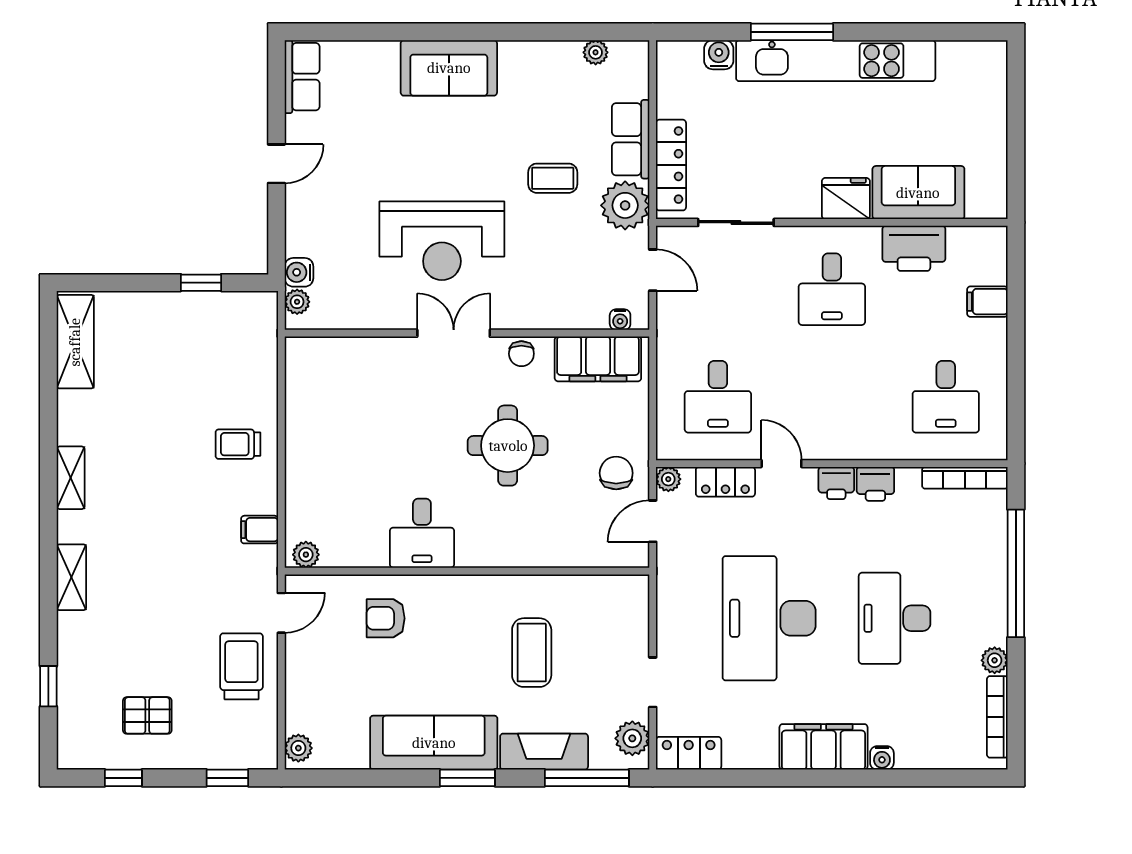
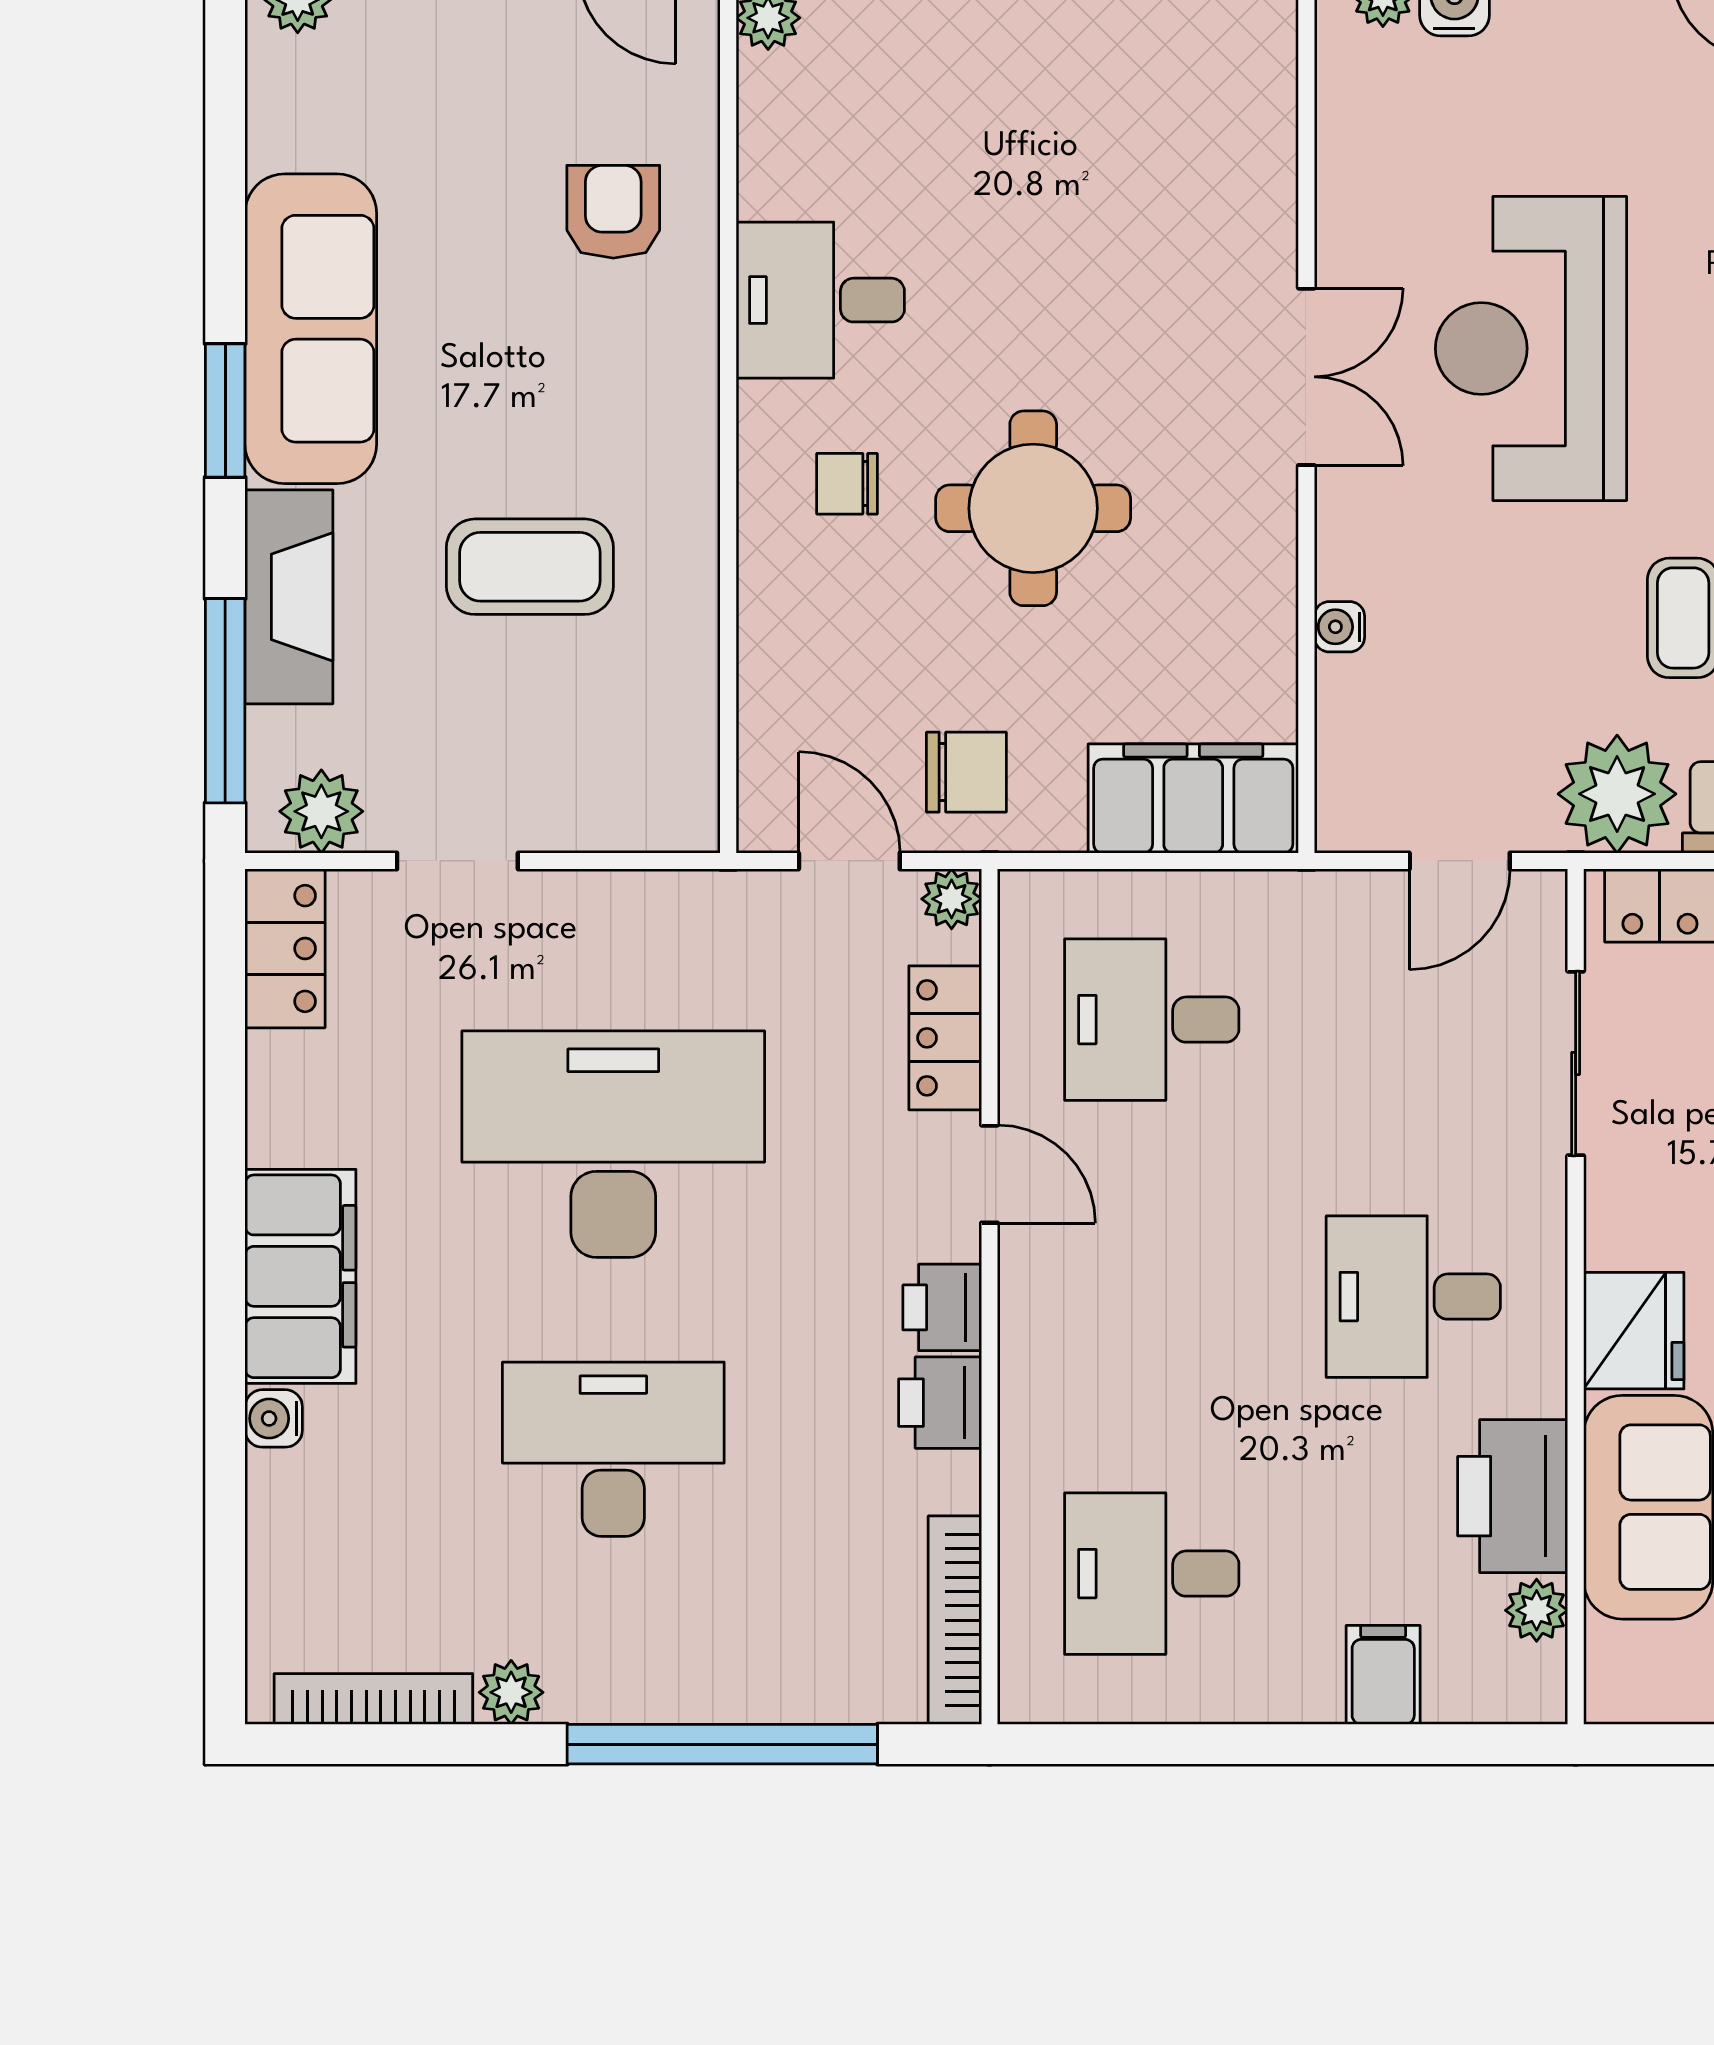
plant: (961, 239) -> (1537, 1610), added
water cooler: (620, 320) -> (1339, 627), moved
chair: (521, 354) -> (847, 484), moved
filing cabinet: (598, 359) -> (1193, 799), moved, turned 90
door: (781, 464) -> (990, 1174), hinge flipped

